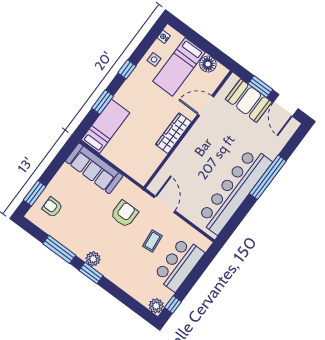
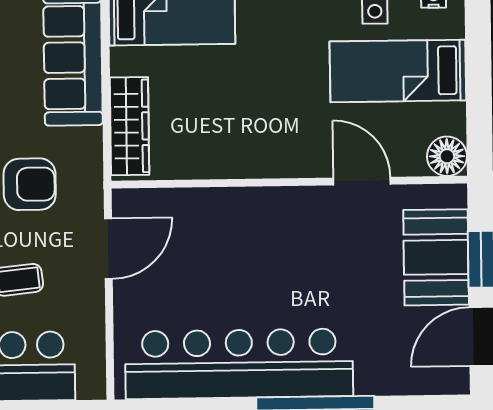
floor lamp: (208, 64) -> (447, 156), moved
wardrobe: (174, 133) -> (129, 126), moved, turned 90

